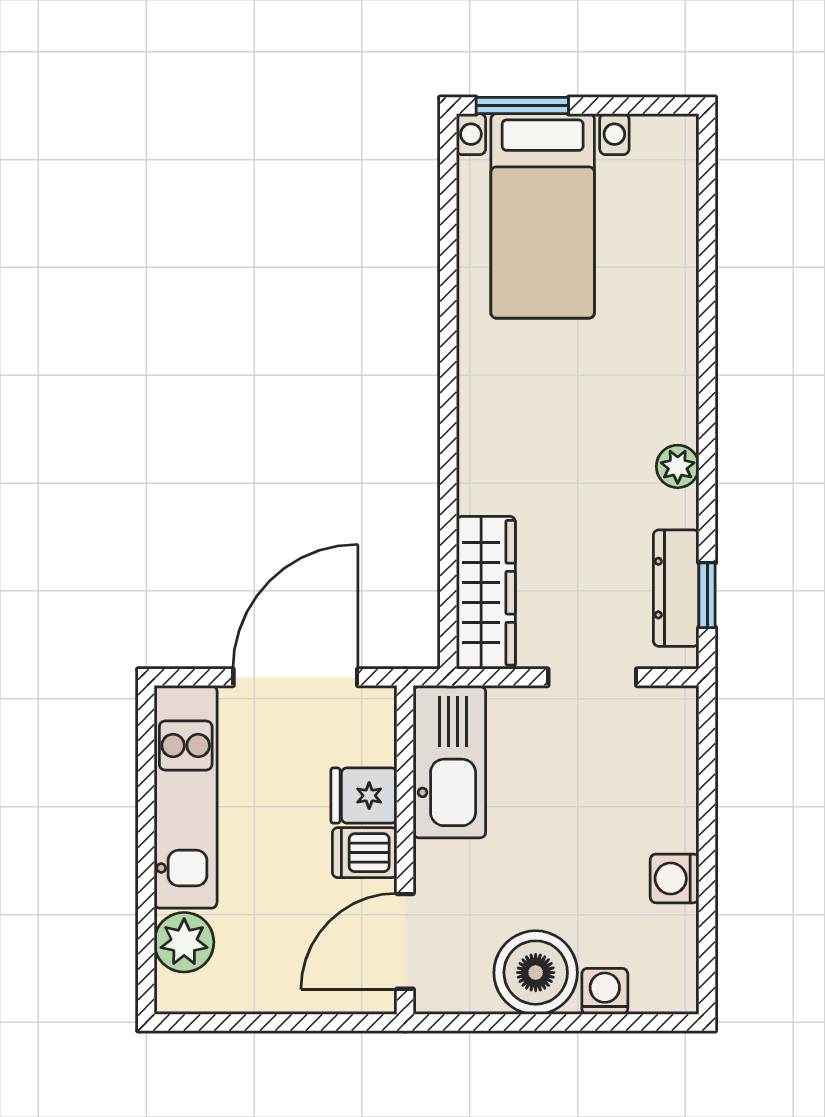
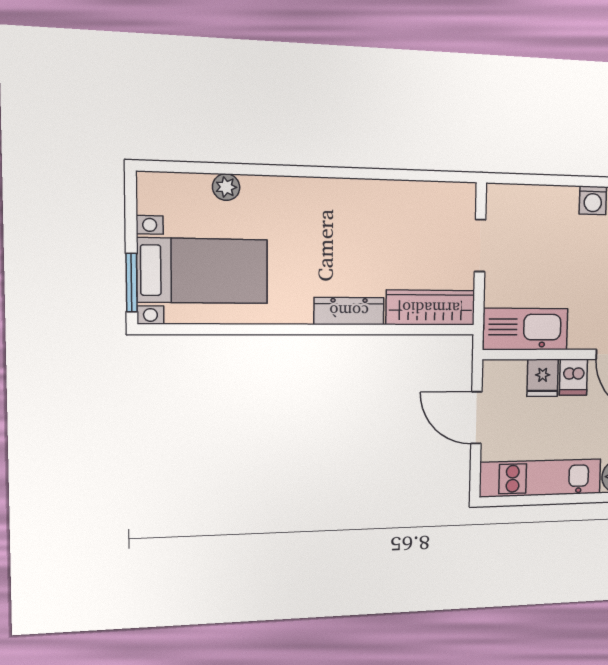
plant: (678, 466) -> (226, 187), moved
dresser: (676, 588) -> (349, 311), moved, turned 180
window: (707, 595) -> (434, 176), removed
door: (295, 677) -> (476, 418), width x0.73

